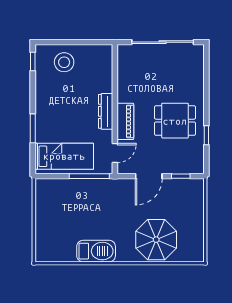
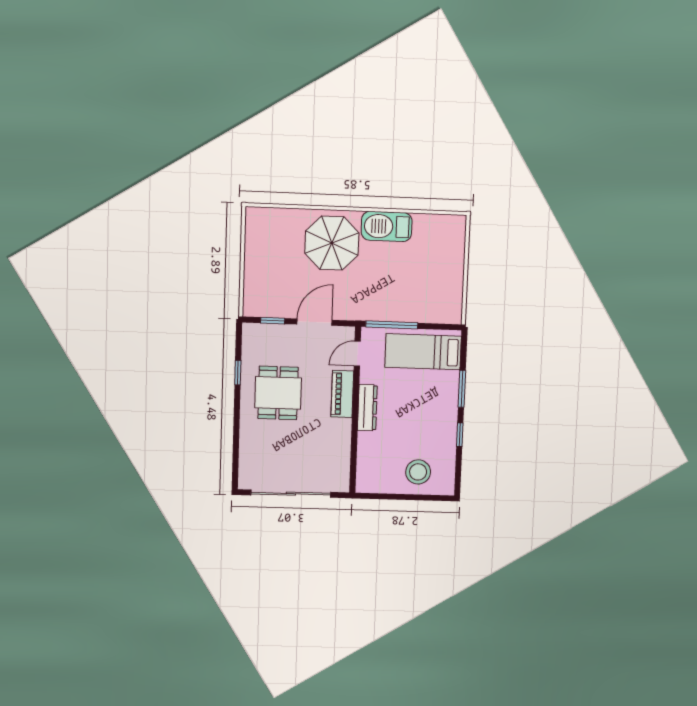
window: (33, 62) -> (460, 435), moved
dining table: (175, 121) -> (278, 393), turned 90
parasol: (156, 240) -> (332, 243), moved

